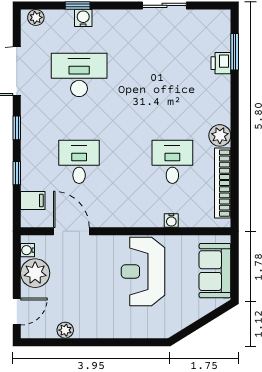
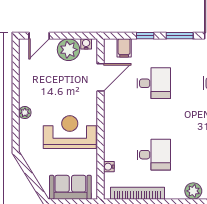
window: (17, 128) -> (180, 36), width x1.50
plant: (220, 135) -> (193, 191), moved
water cooler: (171, 220) -> (109, 167), moved
door: (17, 312) -> (39, 36), hinge flipped
plant: (65, 330) -> (25, 113), moved

